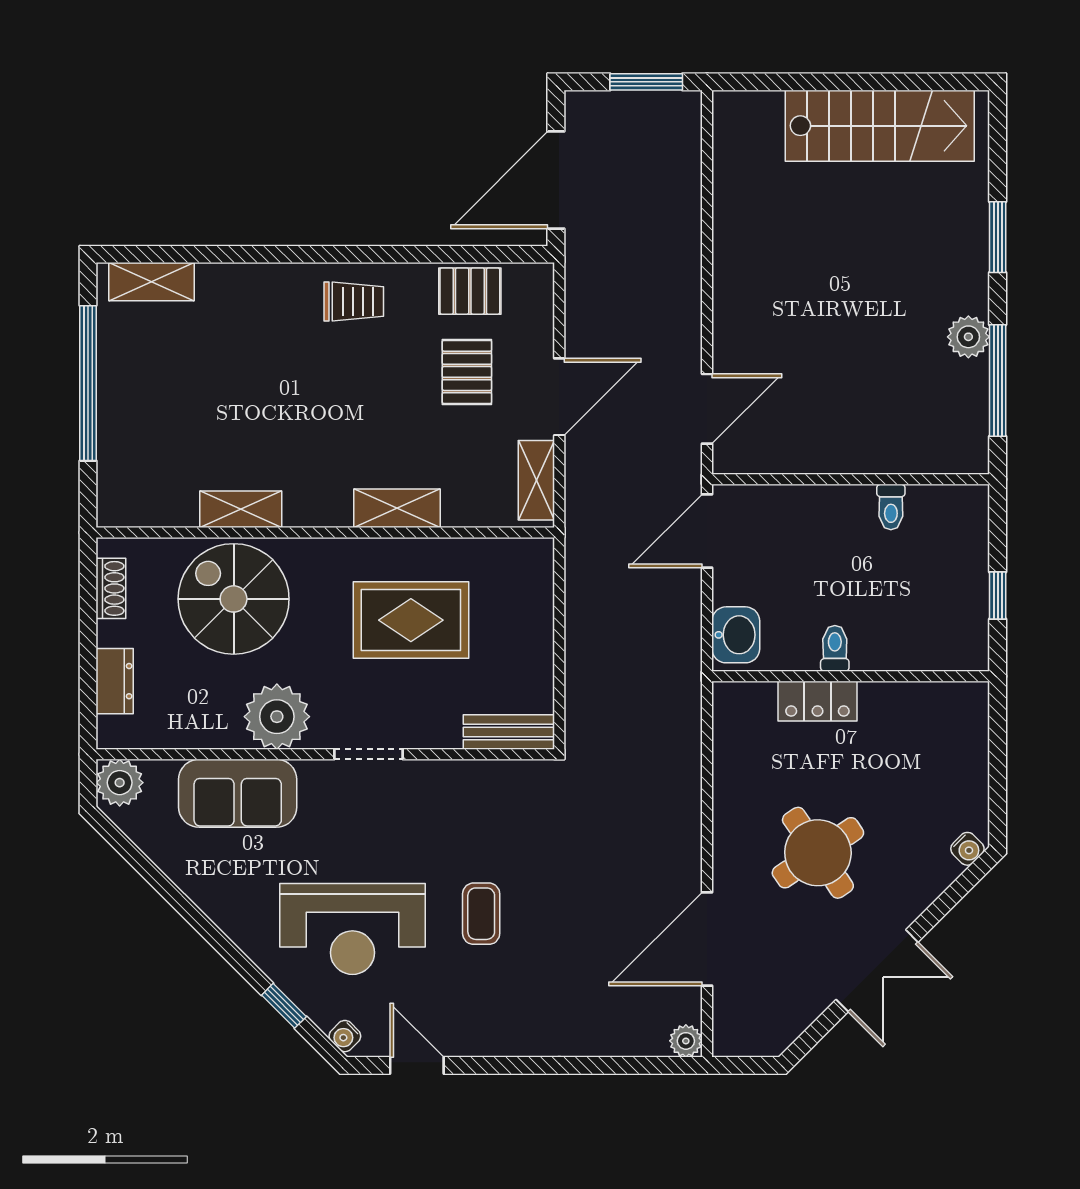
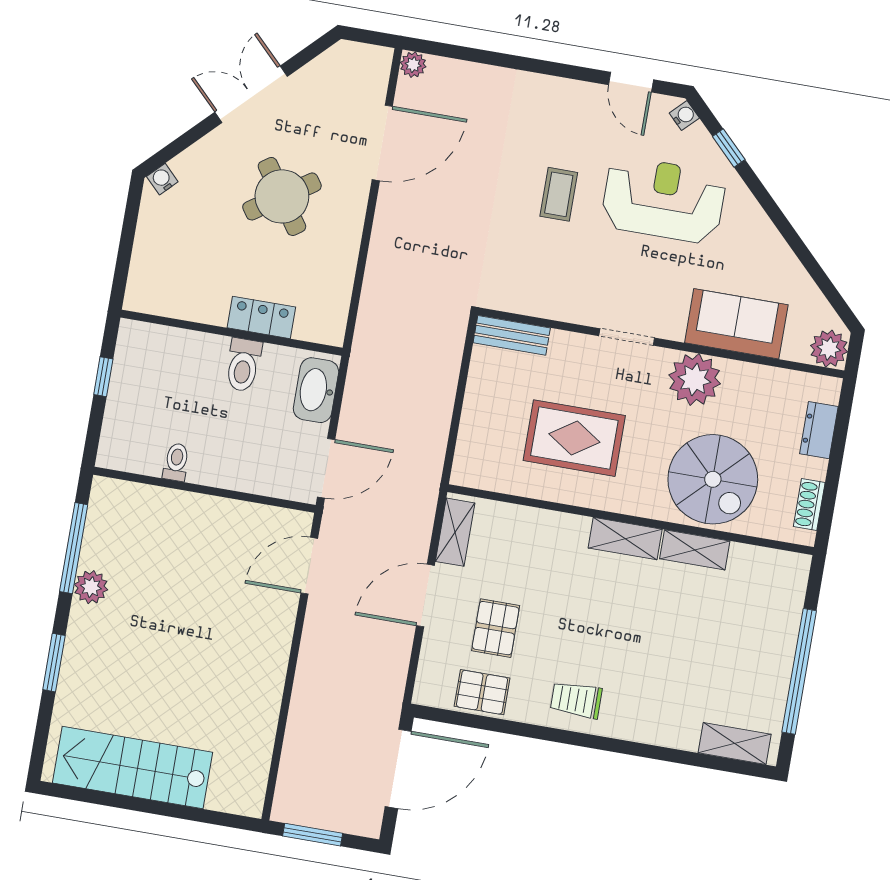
shelving: (397, 508) -> (625, 539), moved
washbasin: (736, 635) -> (316, 390), width x1.38
toilet: (835, 648) -> (243, 365), width x1.37, depth x1.39

